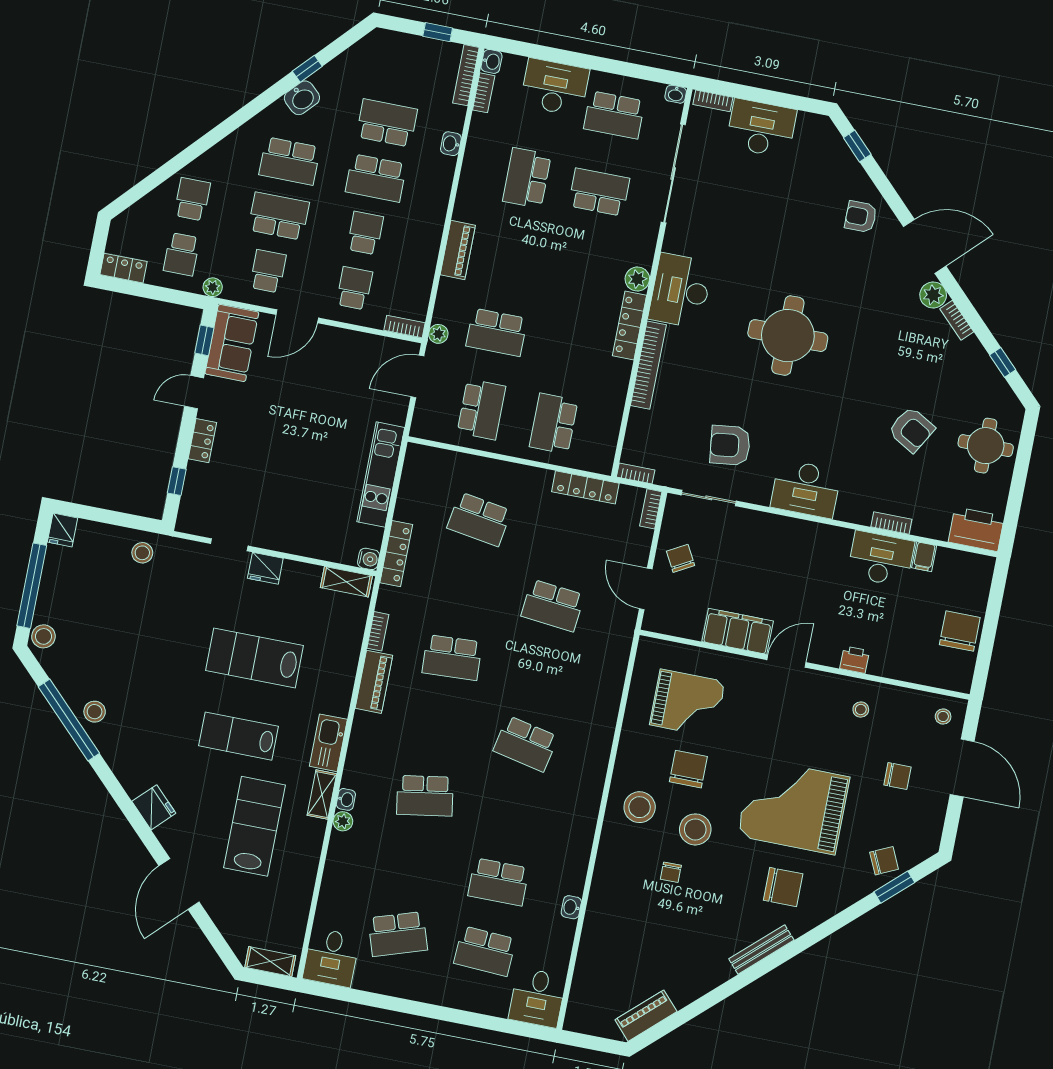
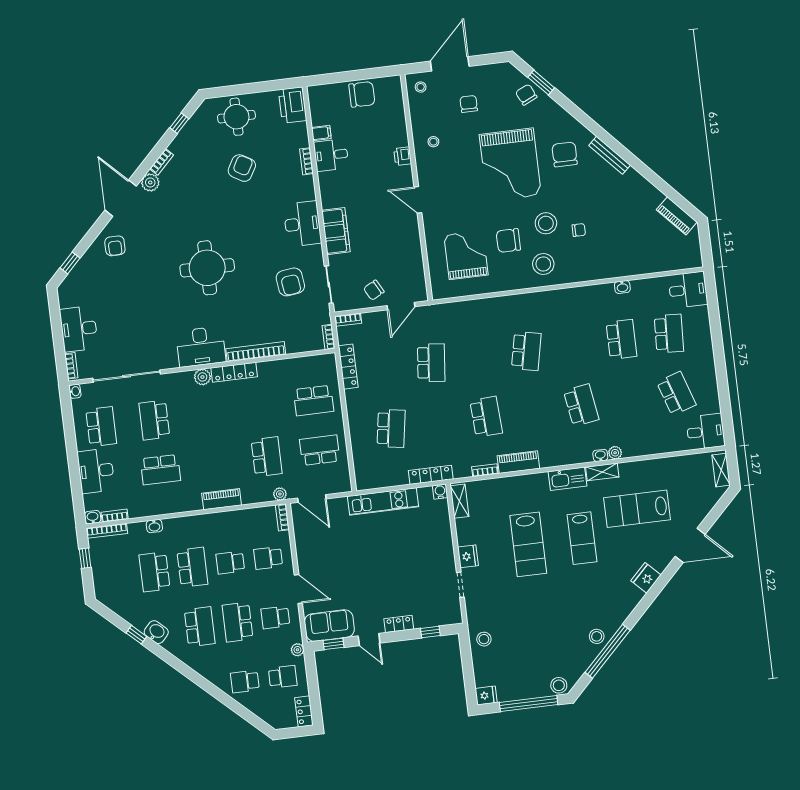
desk: (881, 559) -> (331, 155), width x0.73
filing cabinet: (738, 631) -> (336, 231), moved, turned 180
chair: (960, 631) -> (362, 94), turned 180

